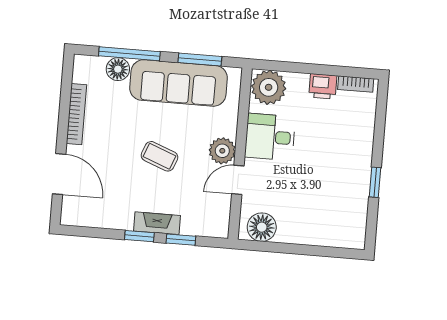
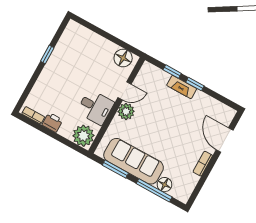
bookcase: (76, 114) -> (203, 164), width x0.64
coffee table: (159, 156) -> (163, 124), removed

